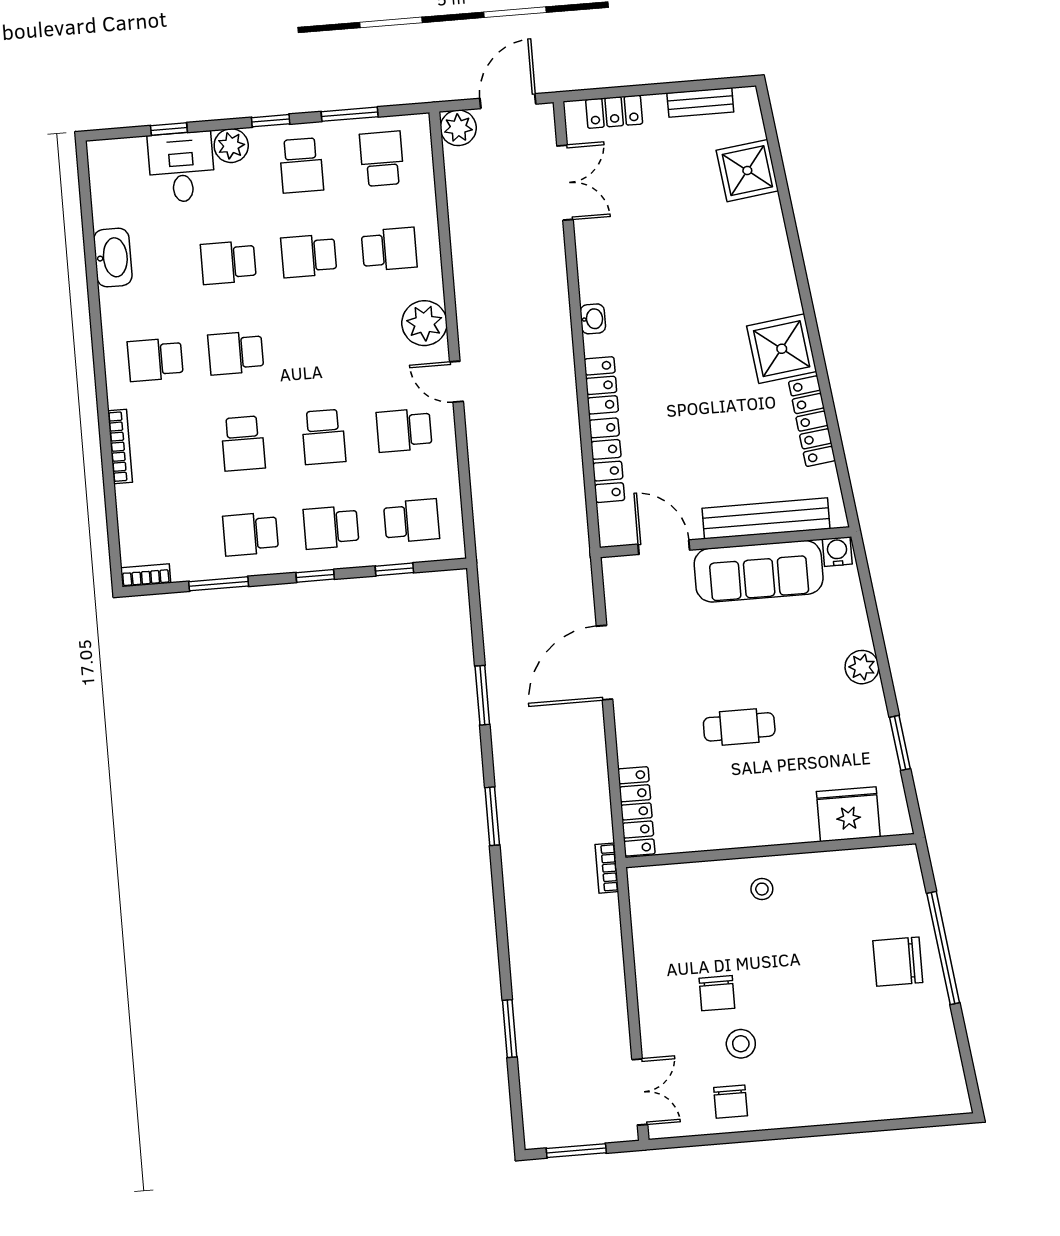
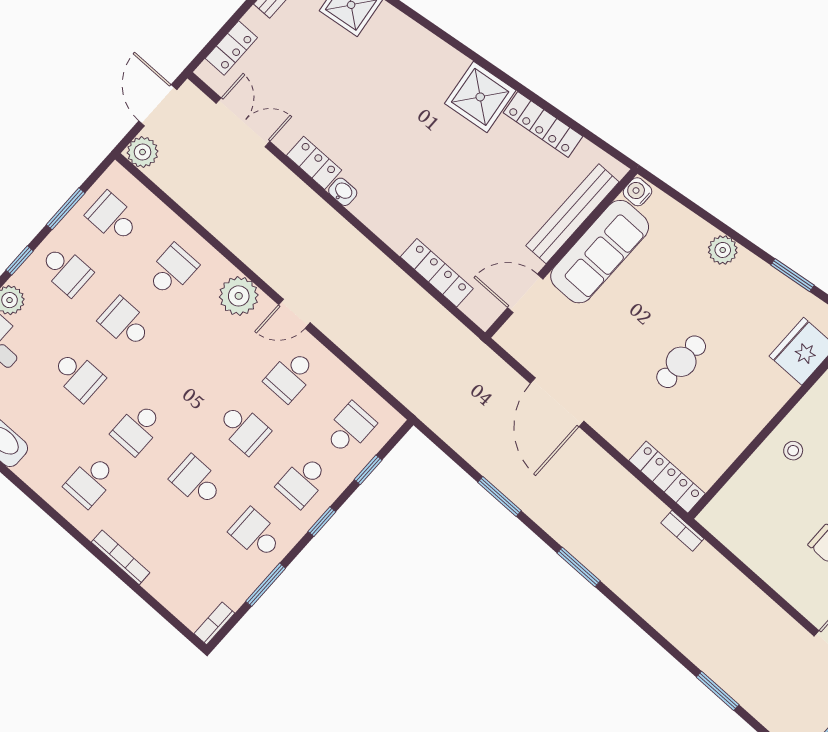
school desk: (309, 256) -> (125, 323), turned 90
school desk: (228, 262) -> (78, 376), turned -90
locker: (601, 385) -> (314, 163), moved
school desk: (243, 443) -> (197, 481), turned 180
school desk: (251, 534) -> (256, 534), turned 90

